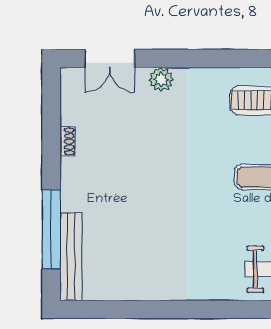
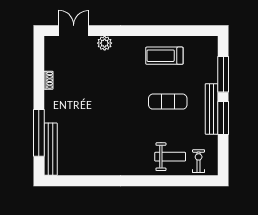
double door: (110, 59) -> (74, 31), swing flipped

